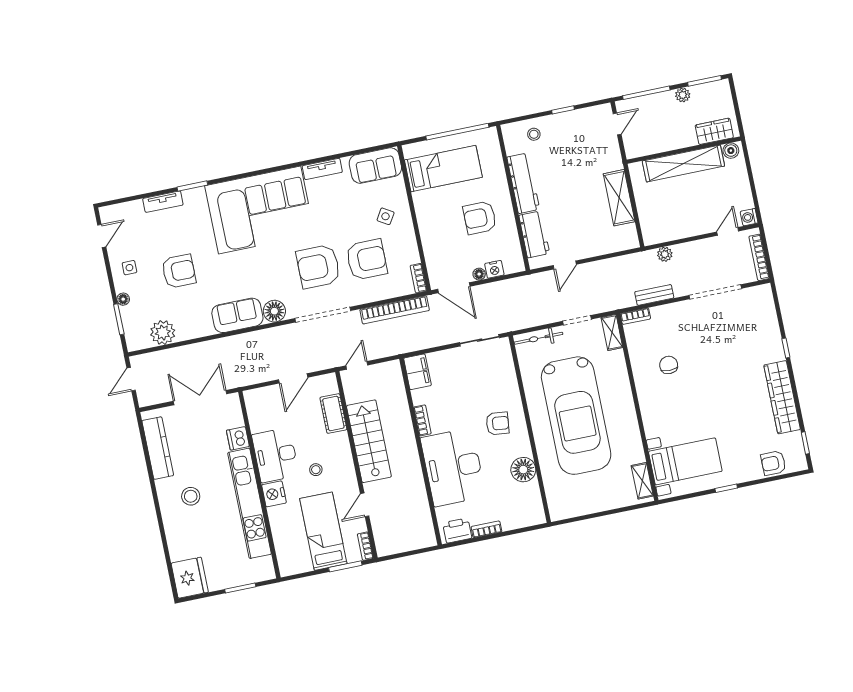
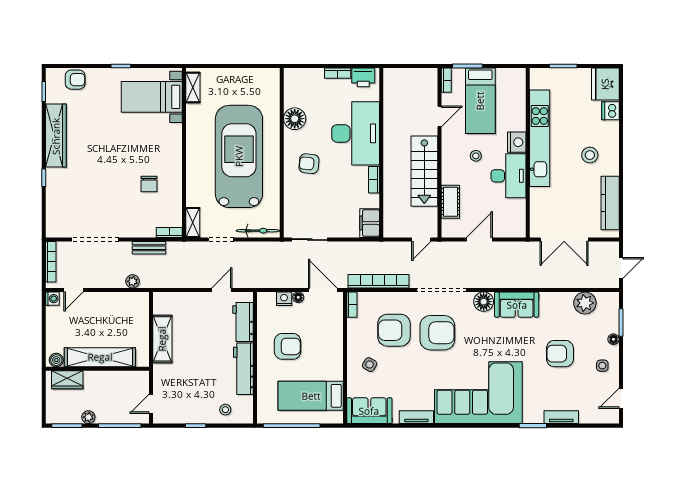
dishwasher: (238, 438) -> (610, 111), moved, turned 180

